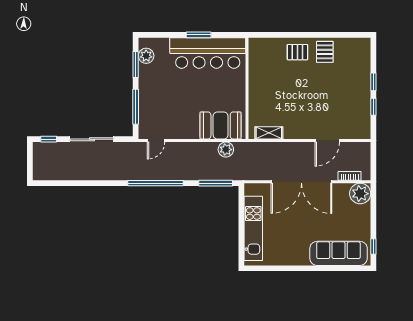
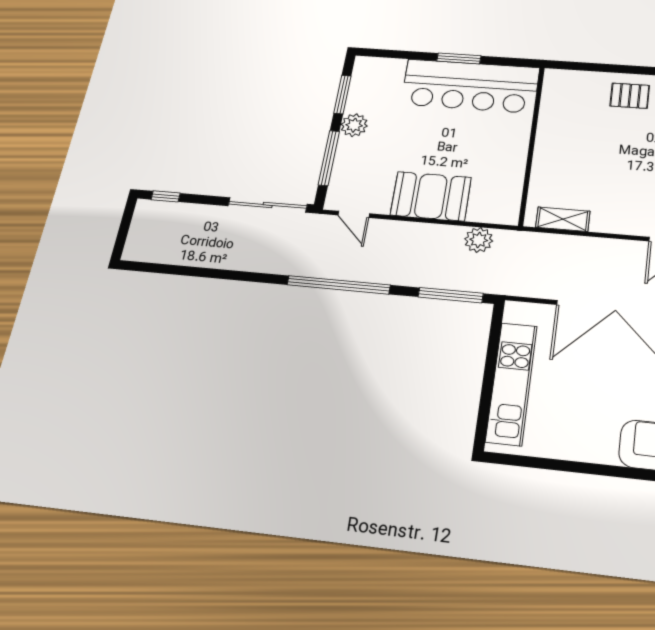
plant: (146, 56) -> (354, 125), moved
booth: (221, 125) -> (431, 196), moved
sliding door: (92, 139) -> (268, 205), moved
door: (156, 141) -> (354, 214), hinge flipped

